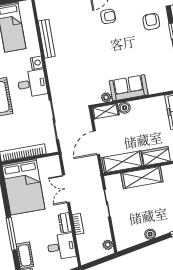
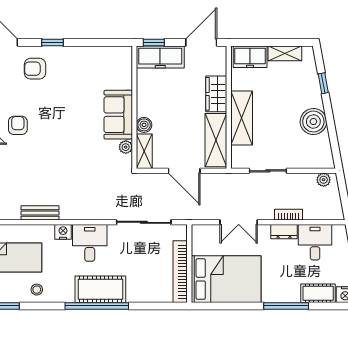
bench: (47, 39) -> (40, 213), width x0.73
boiler: (150, 234) -> (313, 122), width x1.86, depth x1.86

